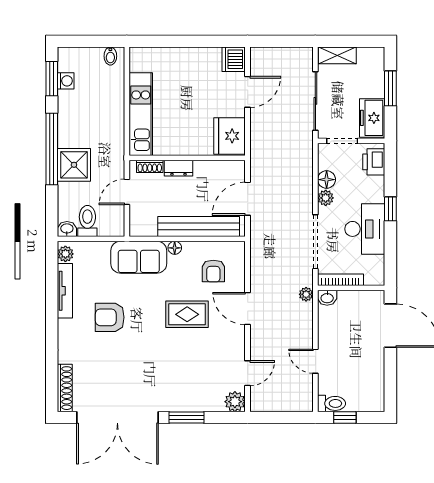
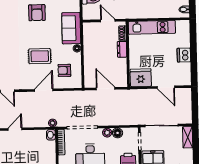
dishwasher: (234, 59) -> (184, 55), moved, turned -90
bench: (199, 226) -> (89, 61), removed
rug: (187, 314) -> (40, 56), turned 90
armchair: (110, 317) -> (37, 13), turned 180

